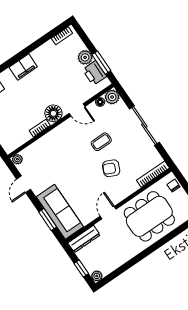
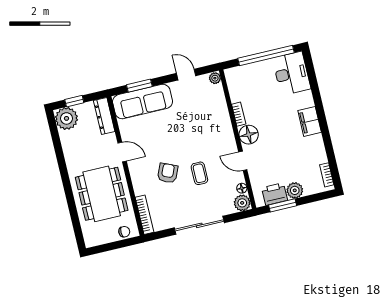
door: (77, 110) -> (243, 161), hinge flipped
plant: (97, 276) -> (67, 118), width x1.88, depth x1.88

